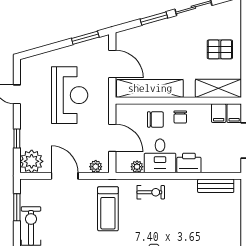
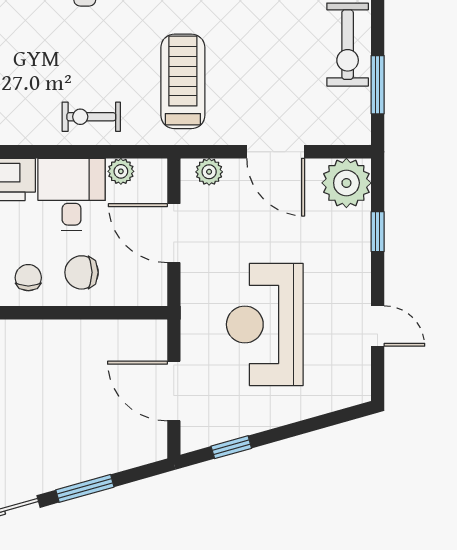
window: (85, 38) -> (231, 447), width x0.67
shelving: (150, 88) -> (93, 339), removed

